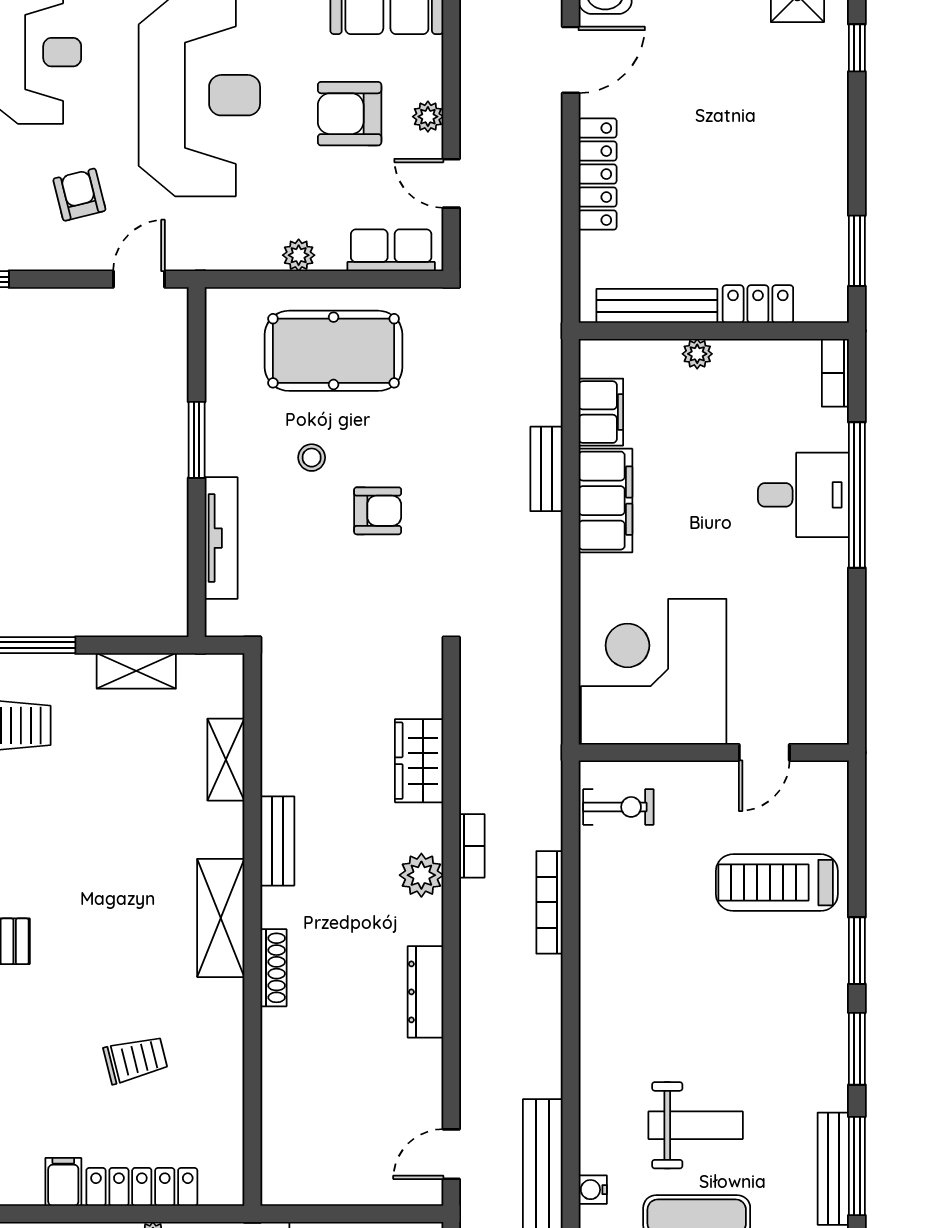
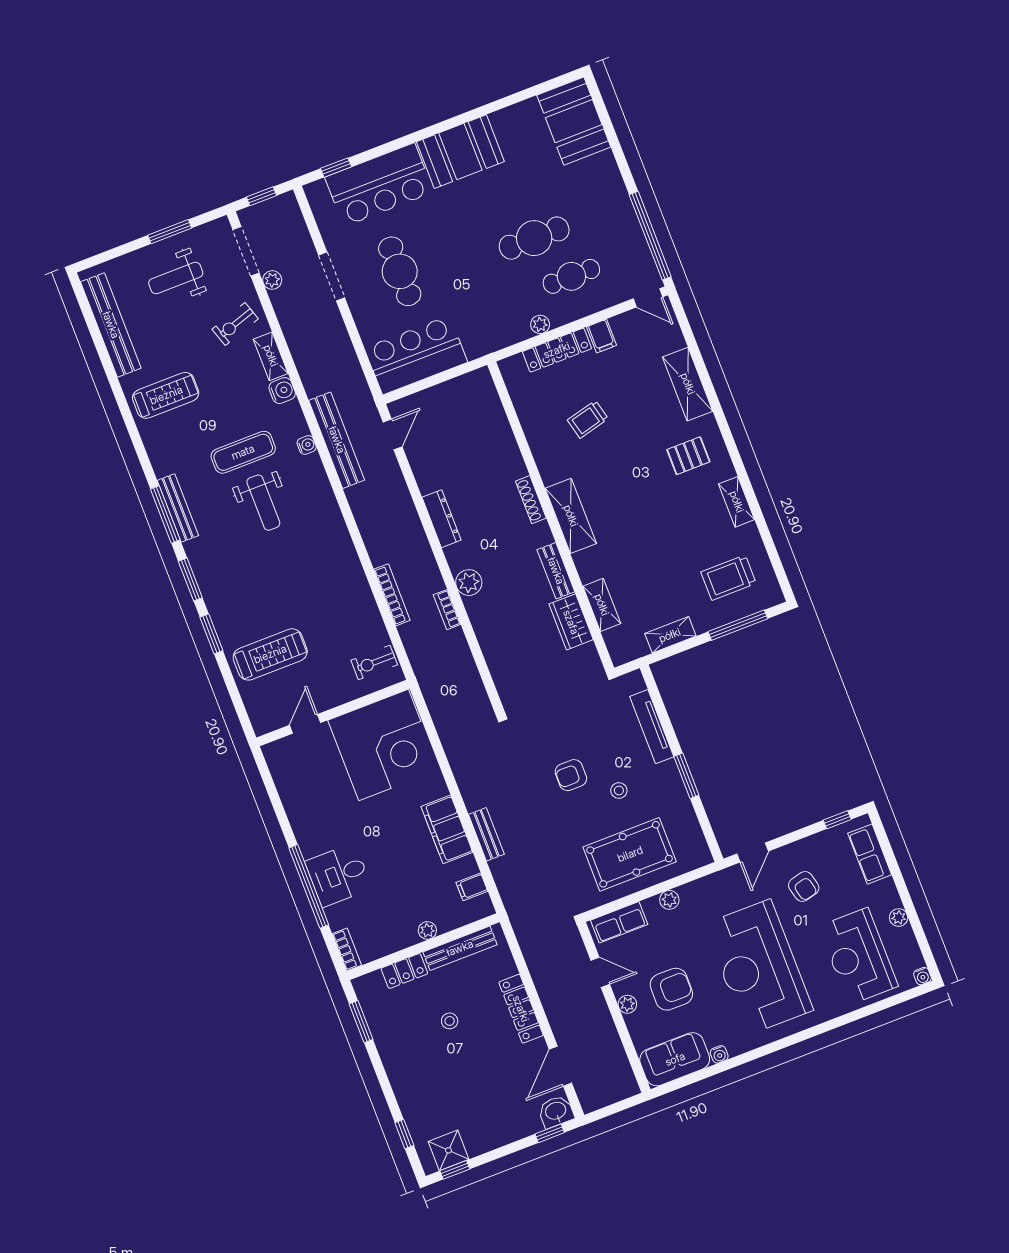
stool: (717, 198) -> (450, 1021), added
filing cabinet: (601, 412) -> (472, 887), width x0.50
wardrobe: (419, 761) -> (571, 622), moved, turned 180
weight bench: (696, 1125) -> (263, 503), turned -90

